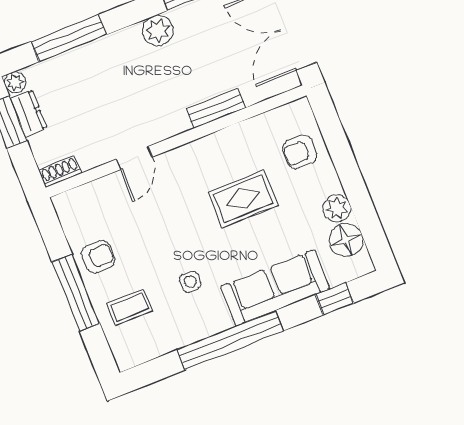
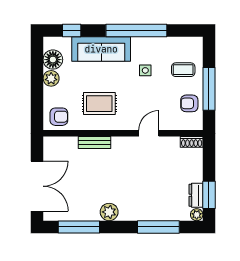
bench: (216, 108) -> (95, 143), moved
wall: (176, 141) -> (123, 133), moved
door: (134, 158) -> (149, 133), moved
shoe rack: (60, 172) -> (192, 142), moved

